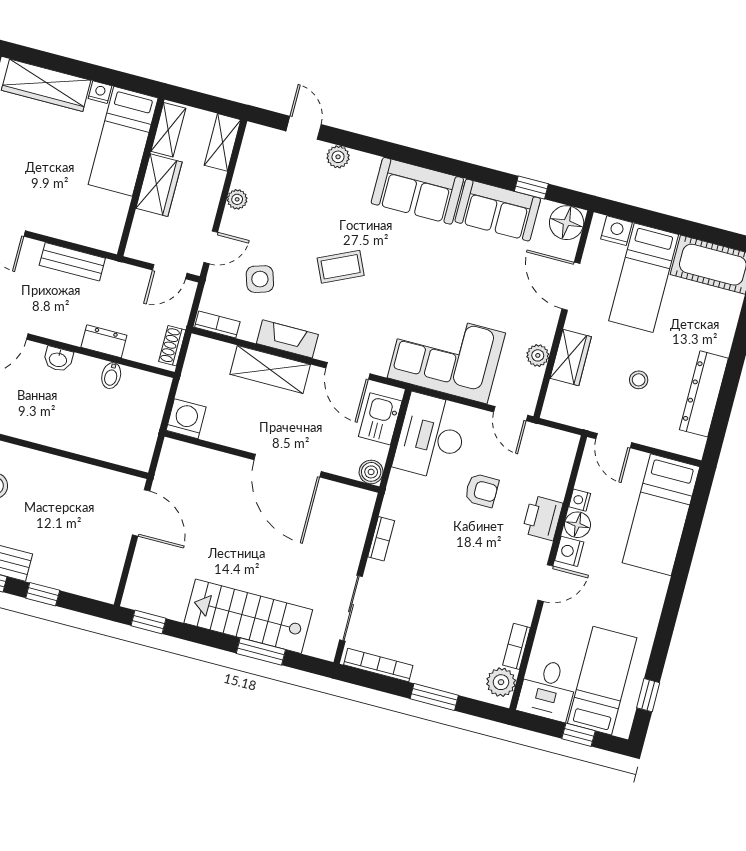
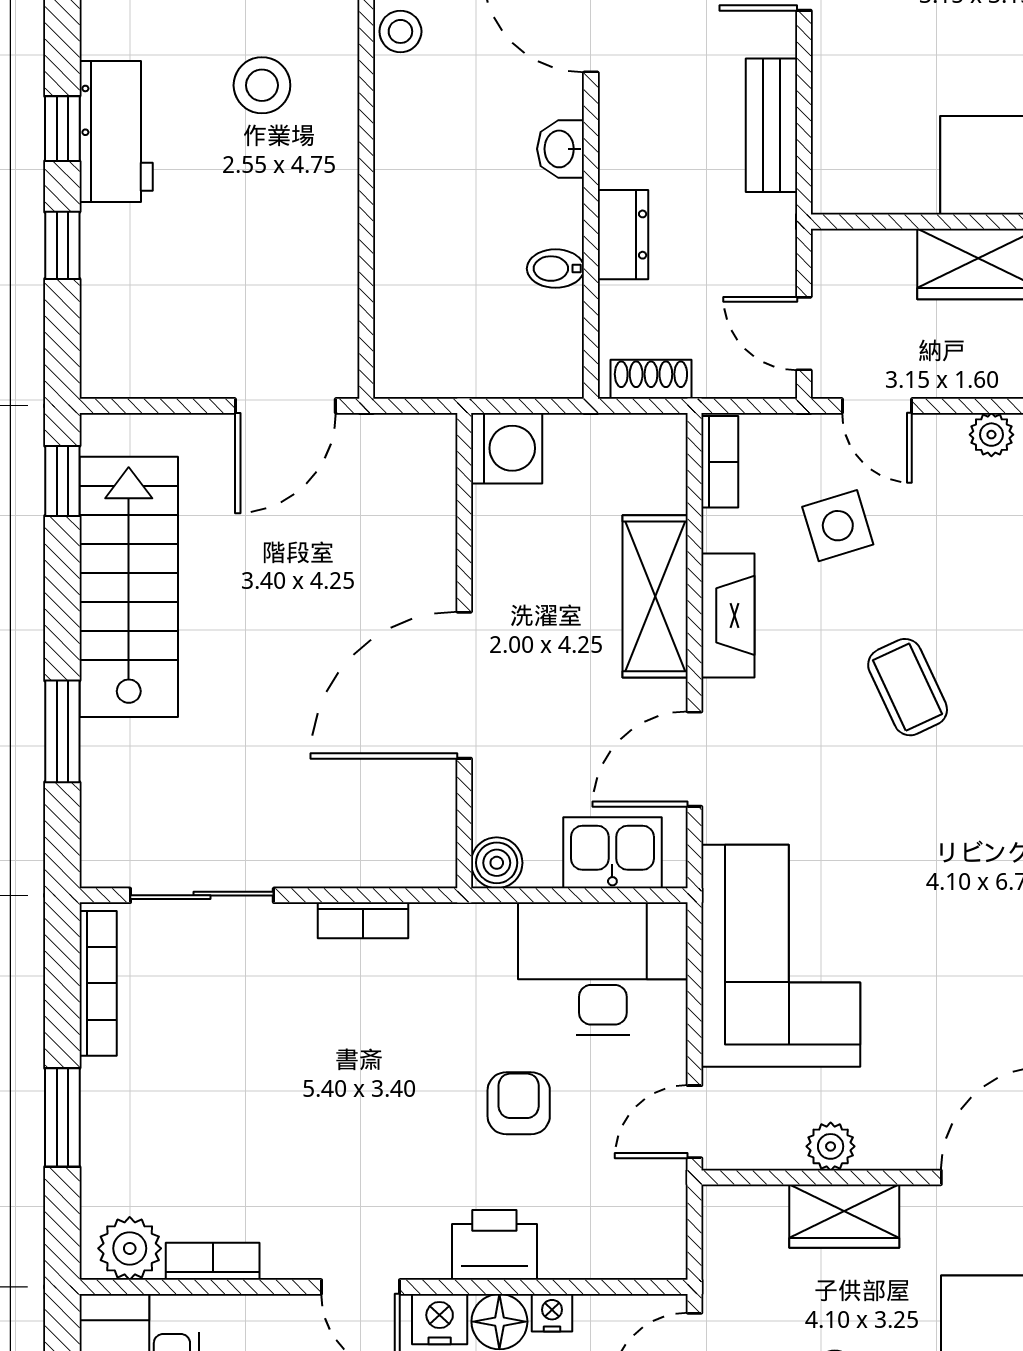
armchair: (482, 490) -> (519, 1103), turned 180
stairs: (248, 616) -> (129, 587), moved

